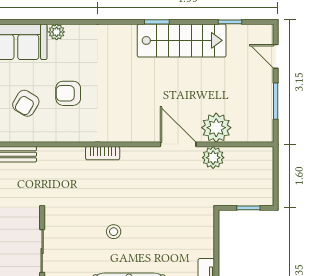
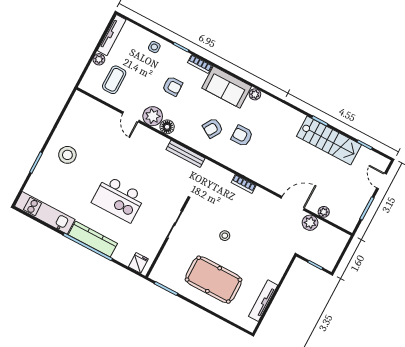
plant: (216, 128) -> (324, 212), width x0.53, depth x0.53
door: (178, 144) -> (293, 203), hinge flipped

